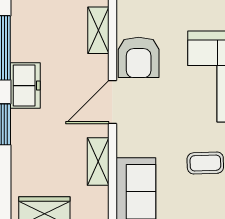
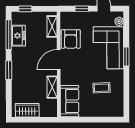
freezer: (25, 86) -> (18, 36), moved

